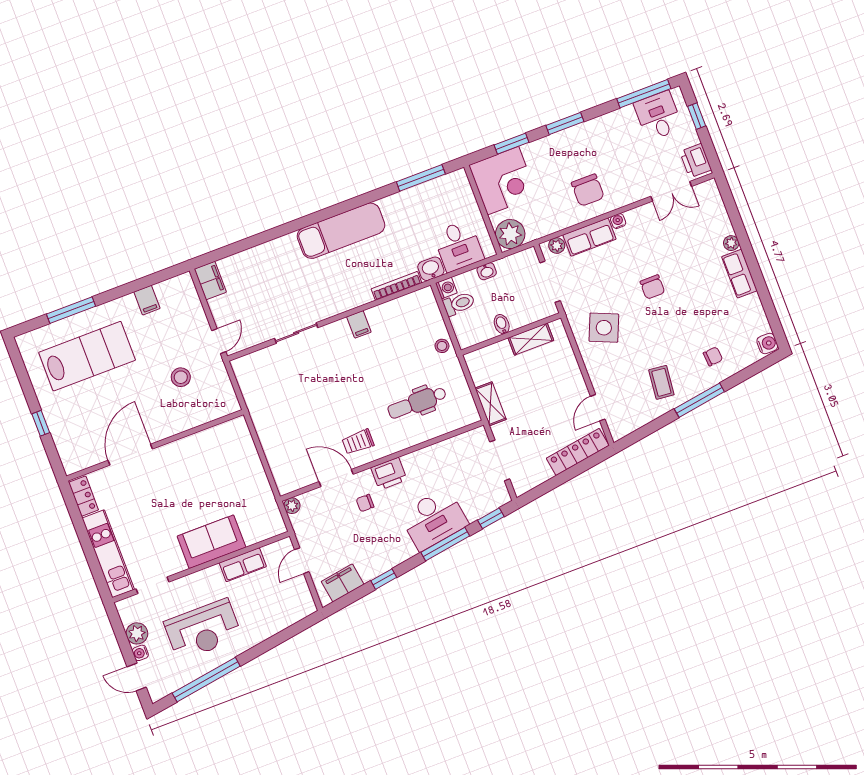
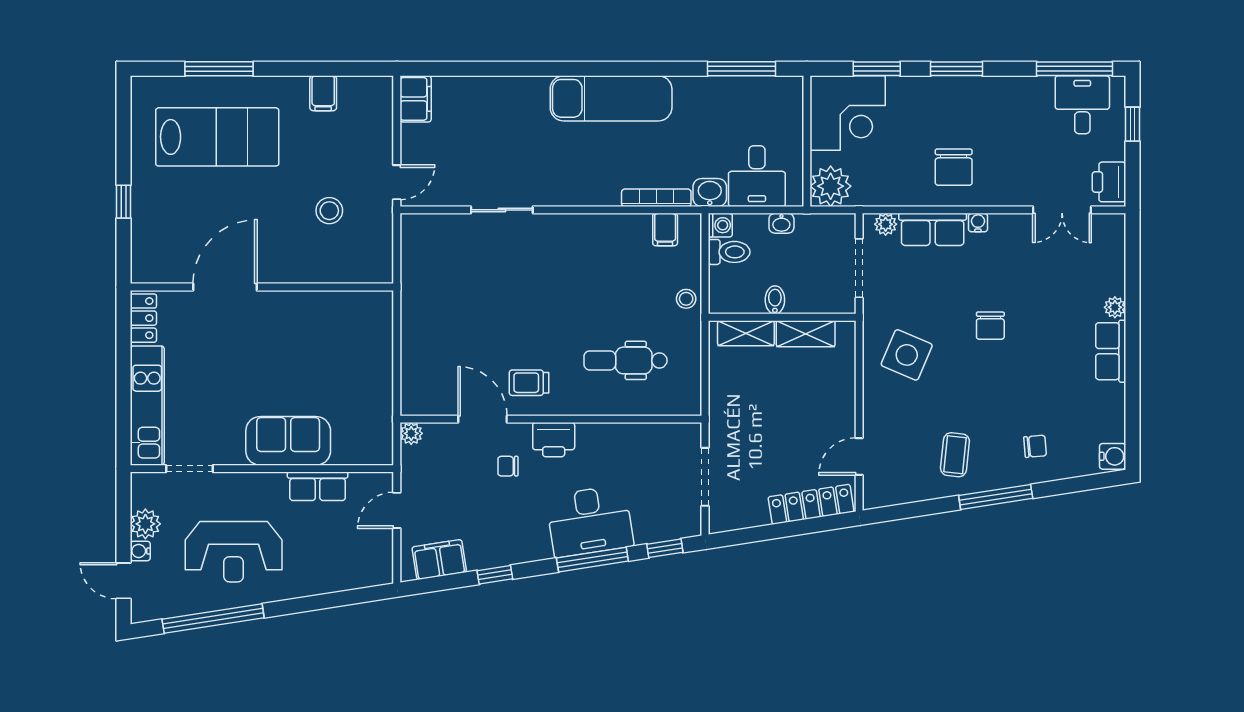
filing cabinet: (359, 324) -> (665, 230), moved
shelving: (491, 404) -> (746, 333), moved, turned 90

